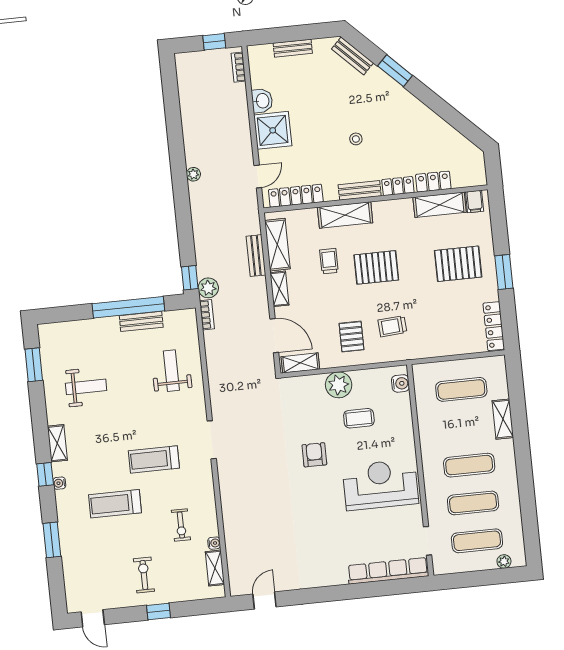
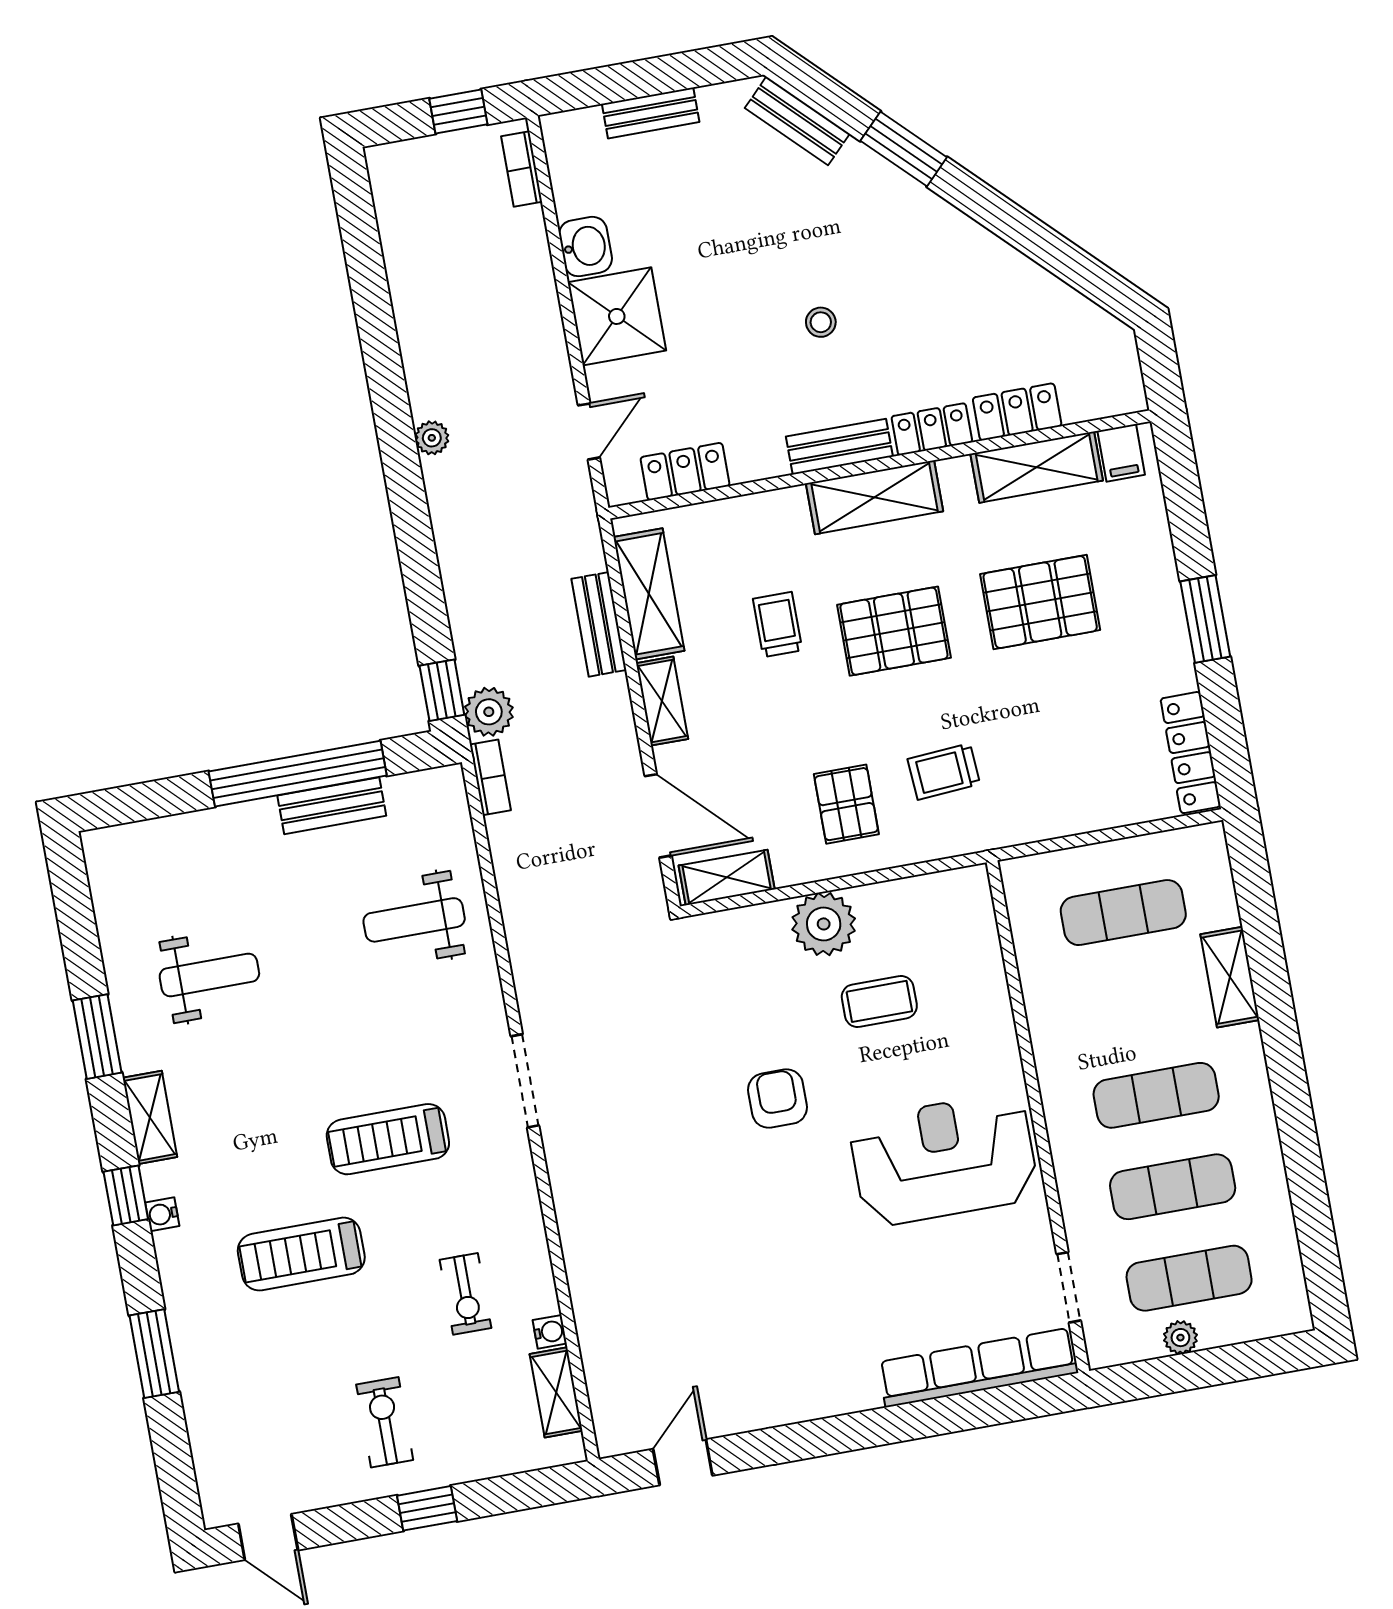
locker: (296, 196) -> (685, 472), width x0.66
shelving: (345, 215) -> (874, 497), moved
pallet: (458, 264) -> (1040, 602), moved
window: (34, 365) -> (97, 1037), moved
weight bench: (171, 371) -> (414, 920), turned -90
water cooler: (400, 383) -> (974, 909), removed
plant: (504, 561) -> (1180, 1338), moved

